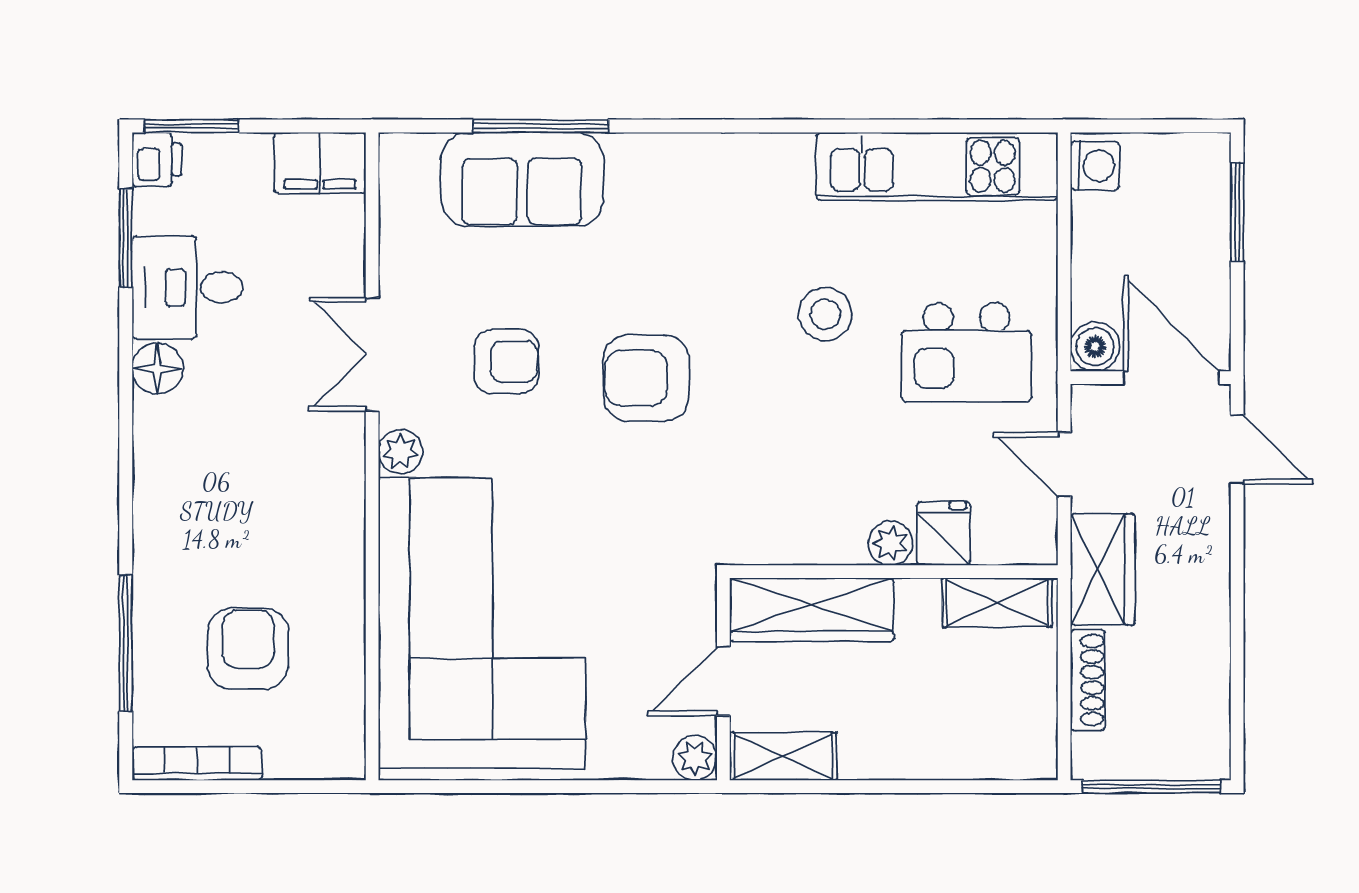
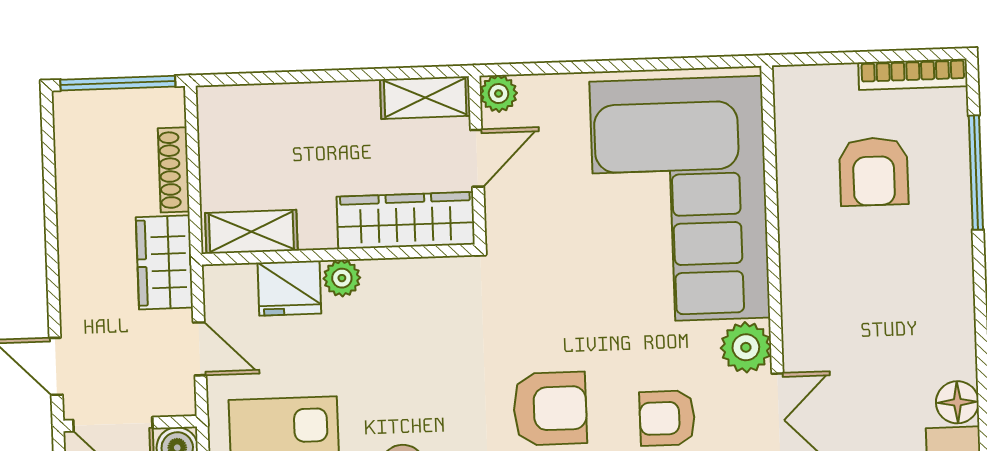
plant: (401, 452) -> (746, 347), width x1.38, depth x1.38
fridge: (944, 533) -> (289, 288), width x1.38

